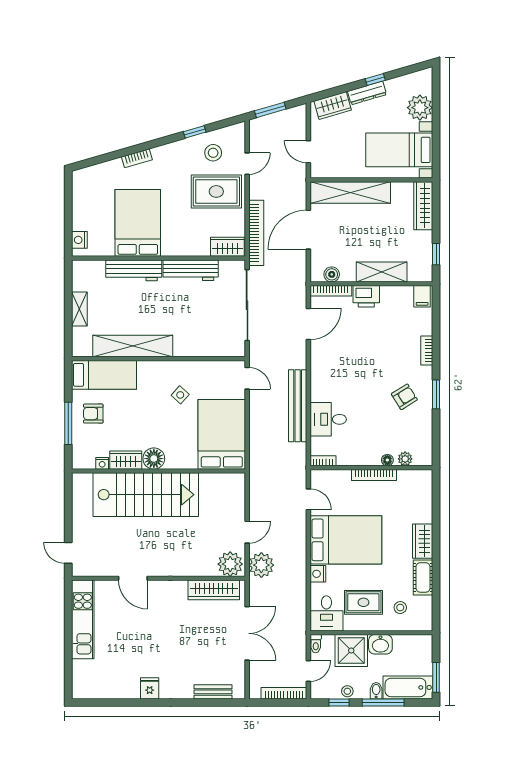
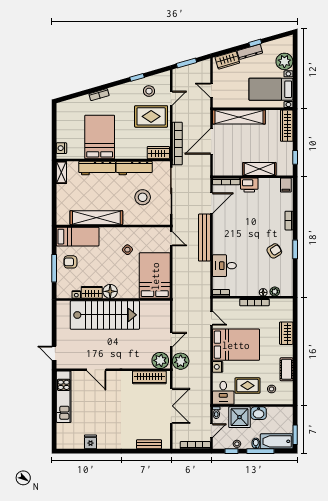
boiler: (332, 274) -> (227, 171), removed
shelving: (79, 309) -> (61, 172), moved
stool: (203, 315) -> (143, 197), added
bench: (298, 406) -> (204, 238), moved
wardrobe: (423, 541) -> (286, 333), moved
fridge: (150, 688) -> (91, 442), moved

